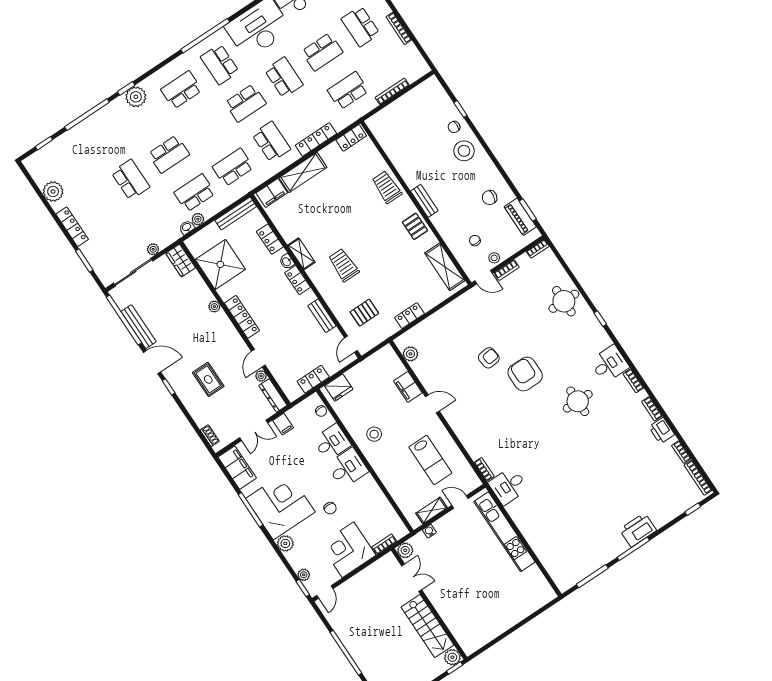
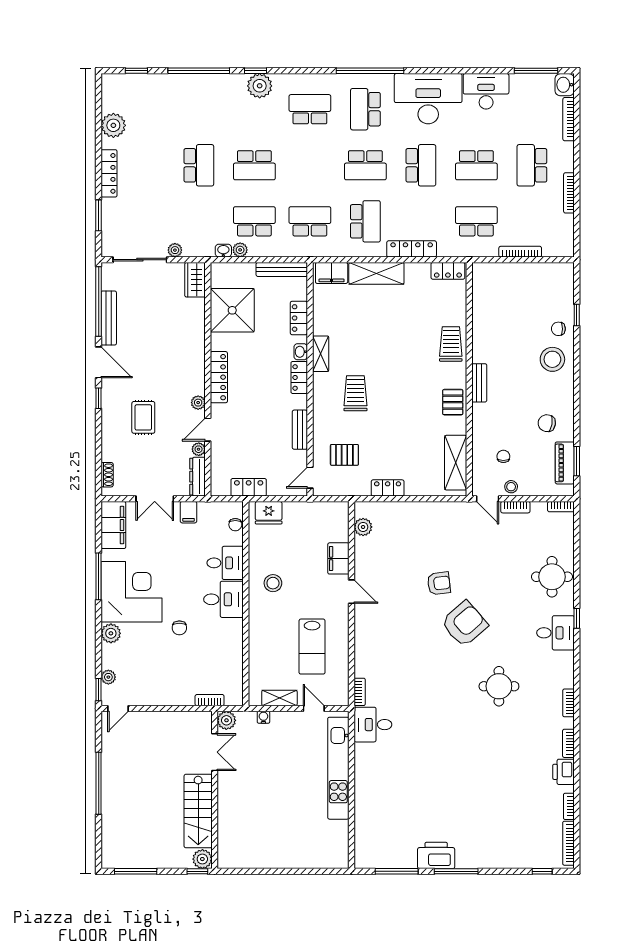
plant: (214, 307) -> (198, 403), moved
desk: (609, 364) -> (555, 633), moved
armchair: (525, 374) -> (464, 624), turned 49
printer: (638, 530) -> (436, 855), moved
corner desk: (348, 550) -> (169, 681), removed

